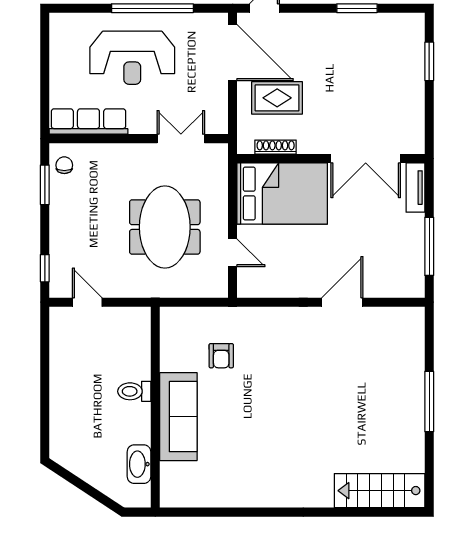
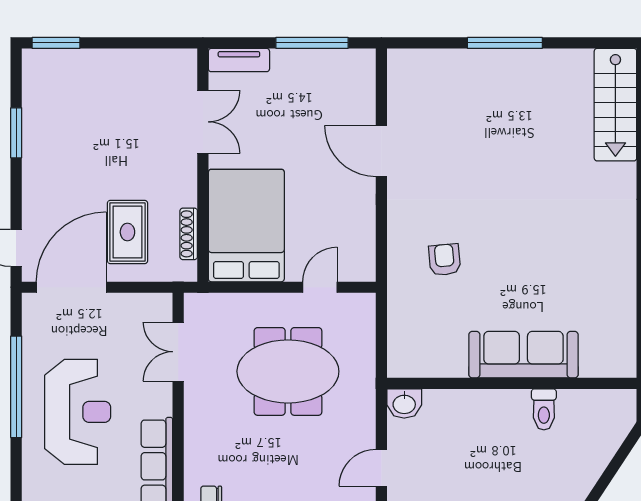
window: (429, 61) -> (56, 43), moved
double door: (366, 159) -> (203, 122), width x0.73
armchair: (221, 356) -> (445, 260), moved, turned -95
toilet: (134, 391) -> (544, 409), moved
washbasin: (139, 464) -> (404, 404), moved, width x0.72

